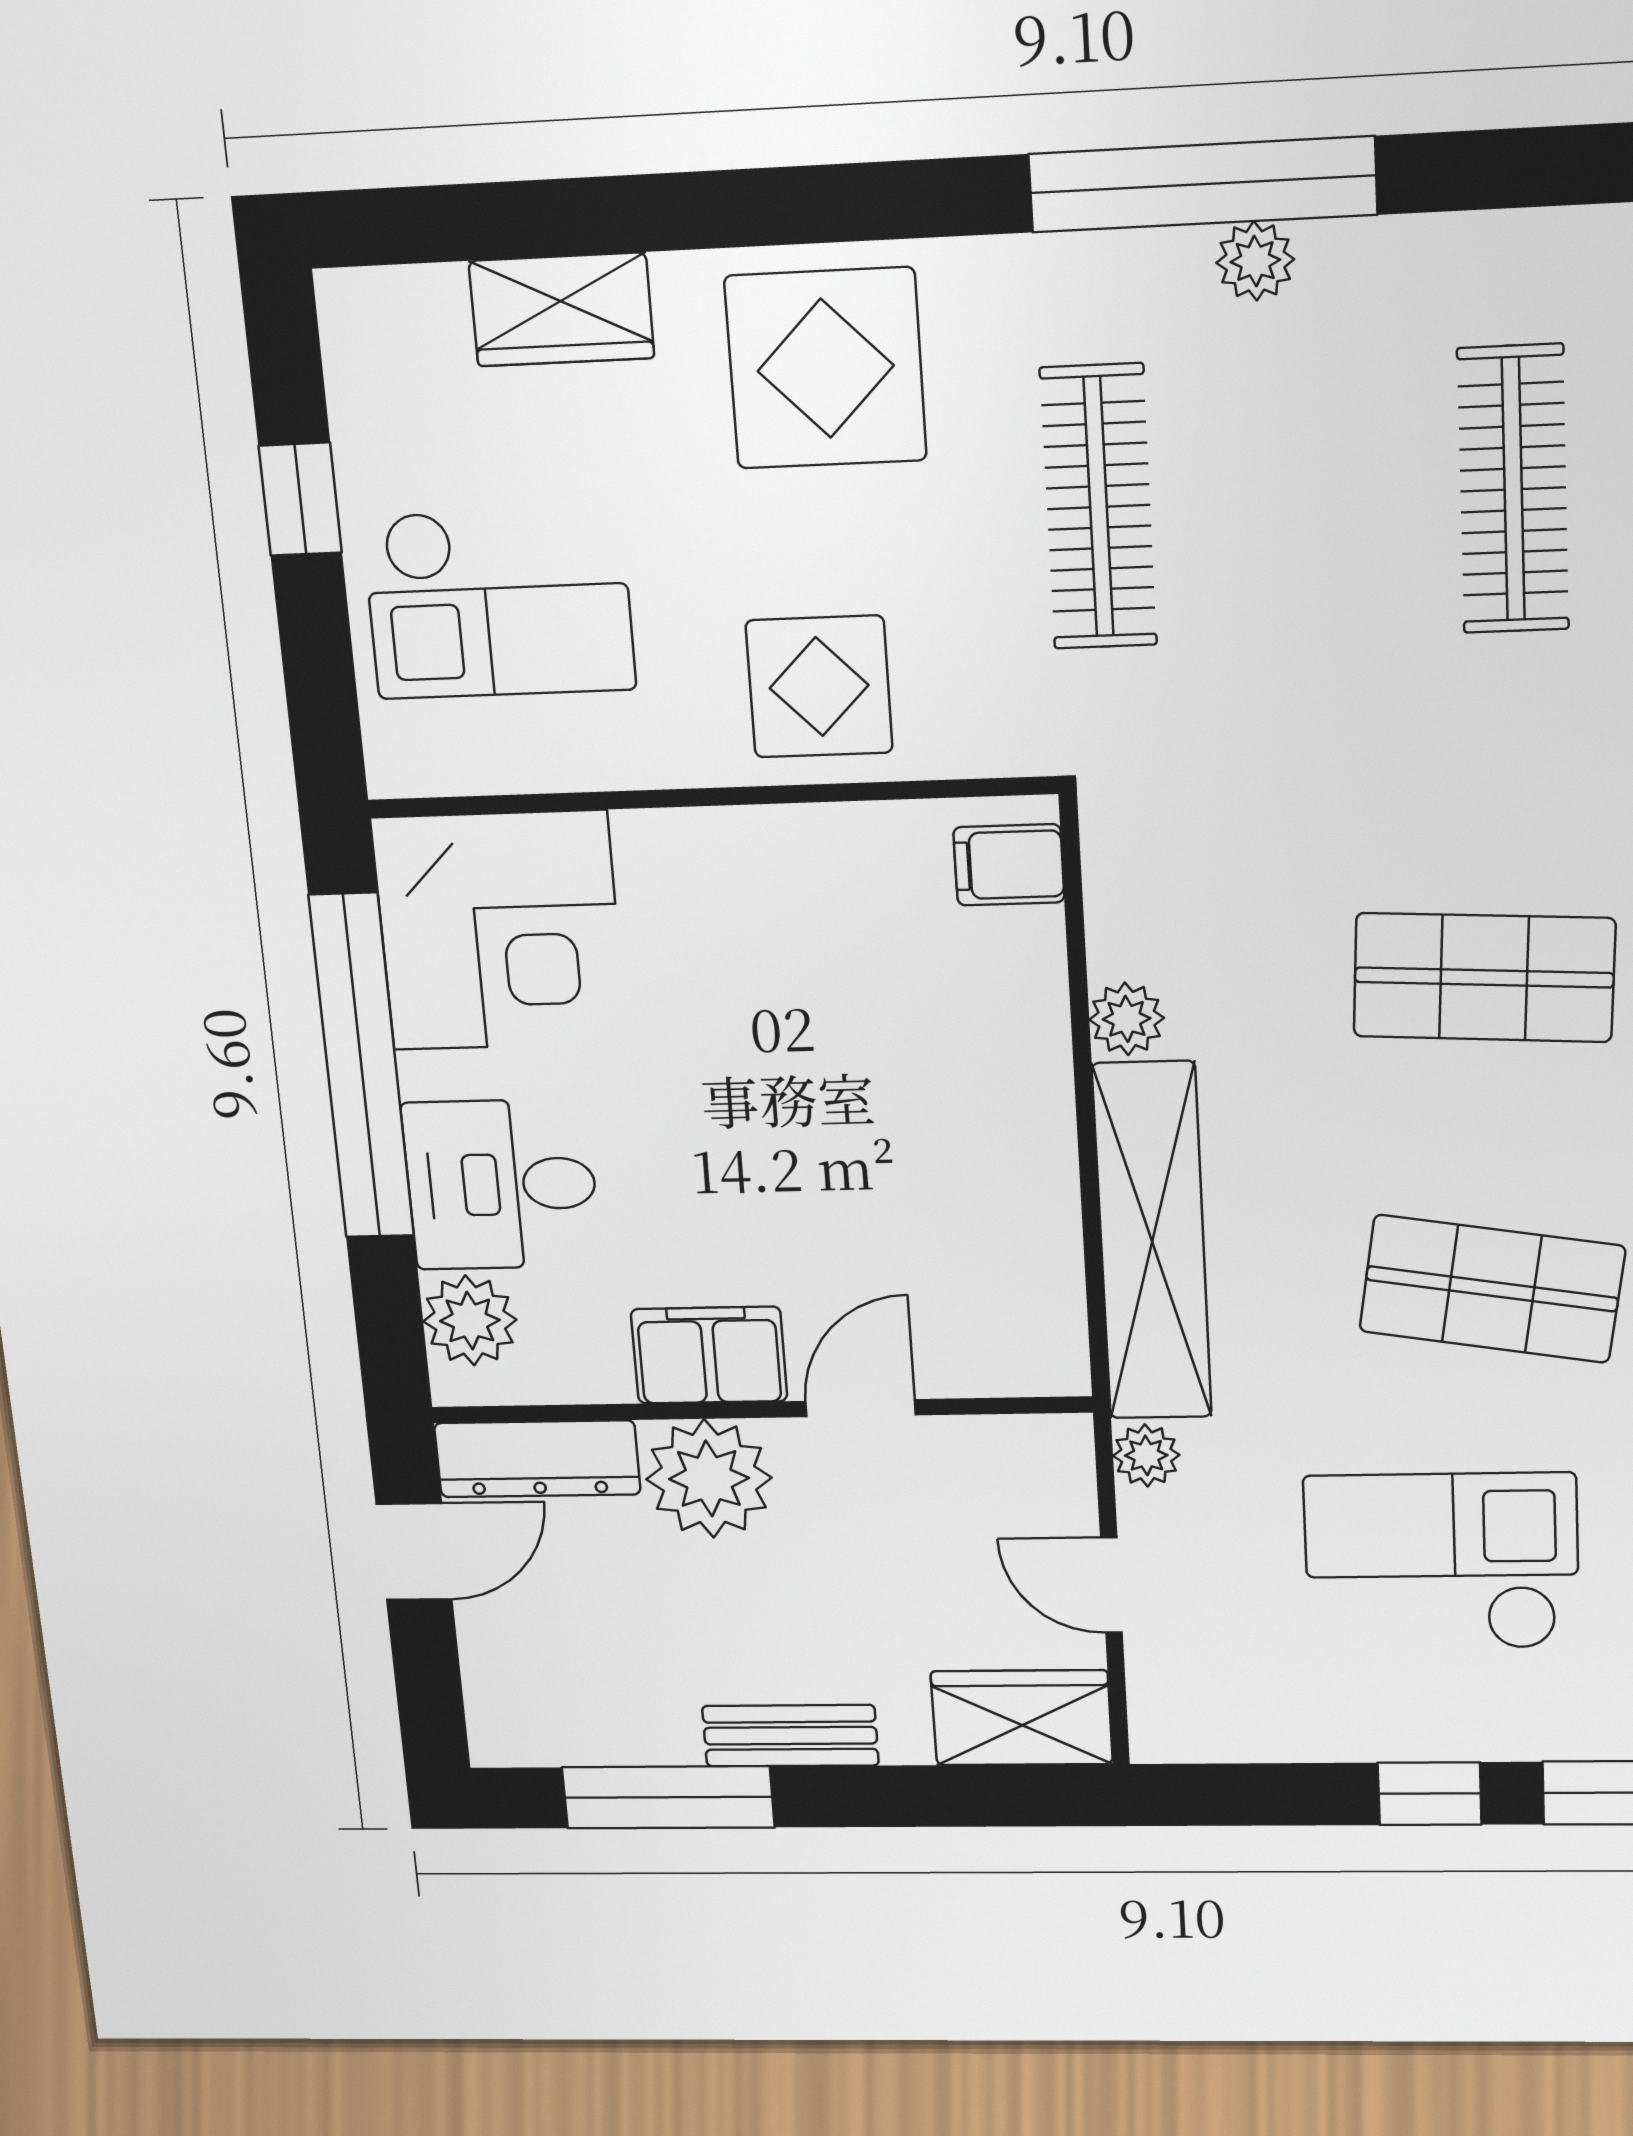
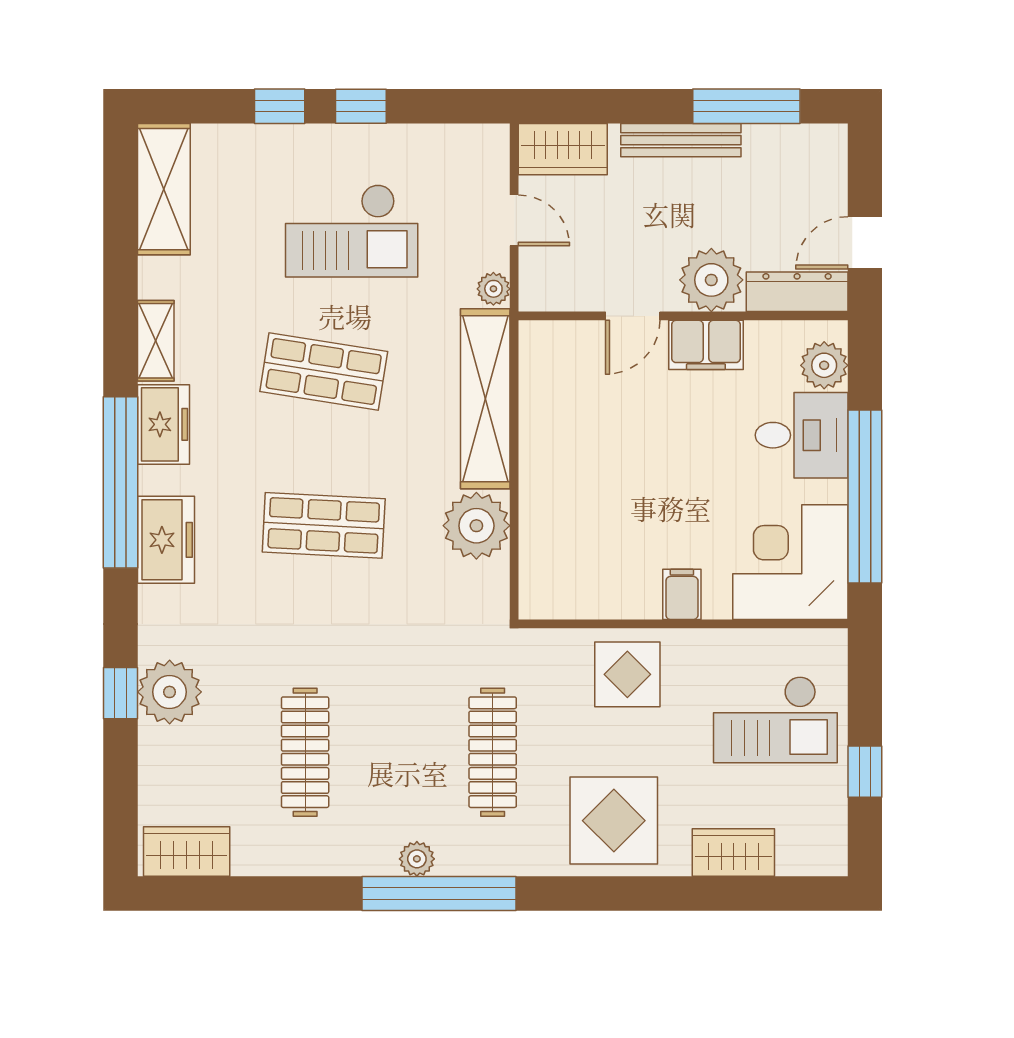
checkout: (499, 603) -> (775, 720), turned 180
filing cabinet: (1009, 865) -> (682, 594), moved, turned -90
plant: (1127, 1019) -> (476, 526), width x1.88, depth x1.88
bench: (790, 1736) -> (681, 140), width x1.36

